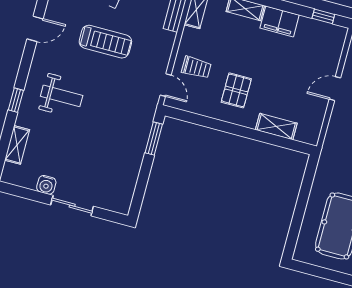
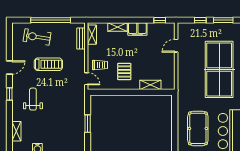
door: (335, 89) -> (176, 46), moved
weight bench: (62, 96) -> (33, 99), turned -90
window: (16, 100) -> (9, 94), moved
window: (154, 138) -> (88, 124), moved

